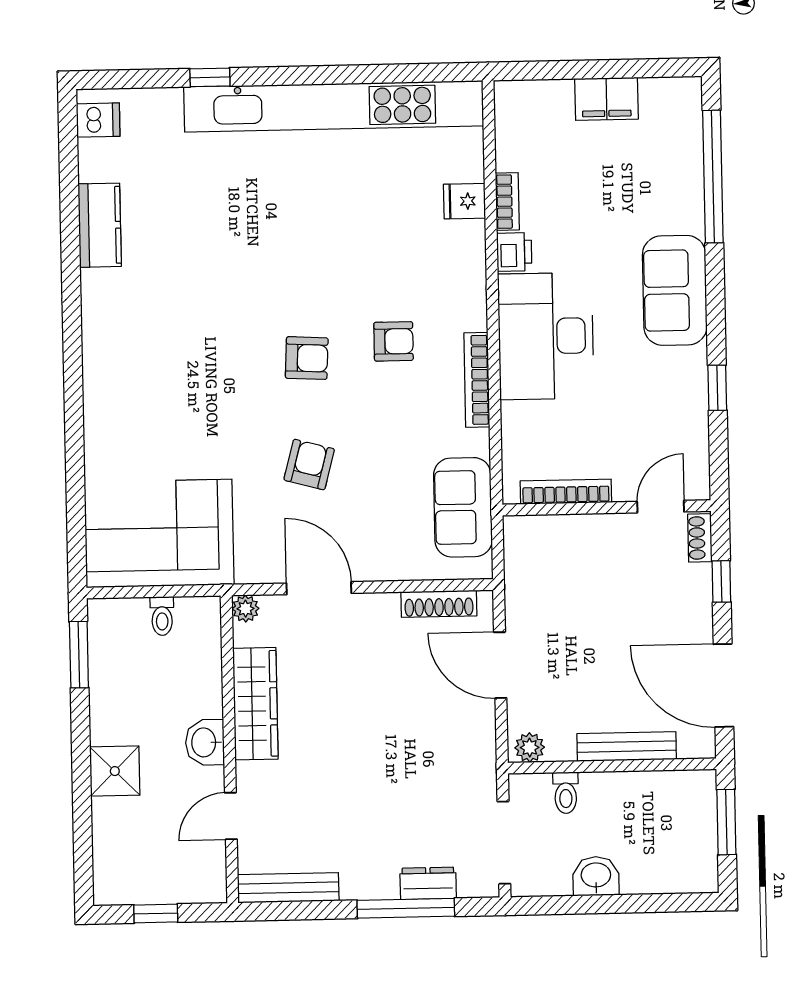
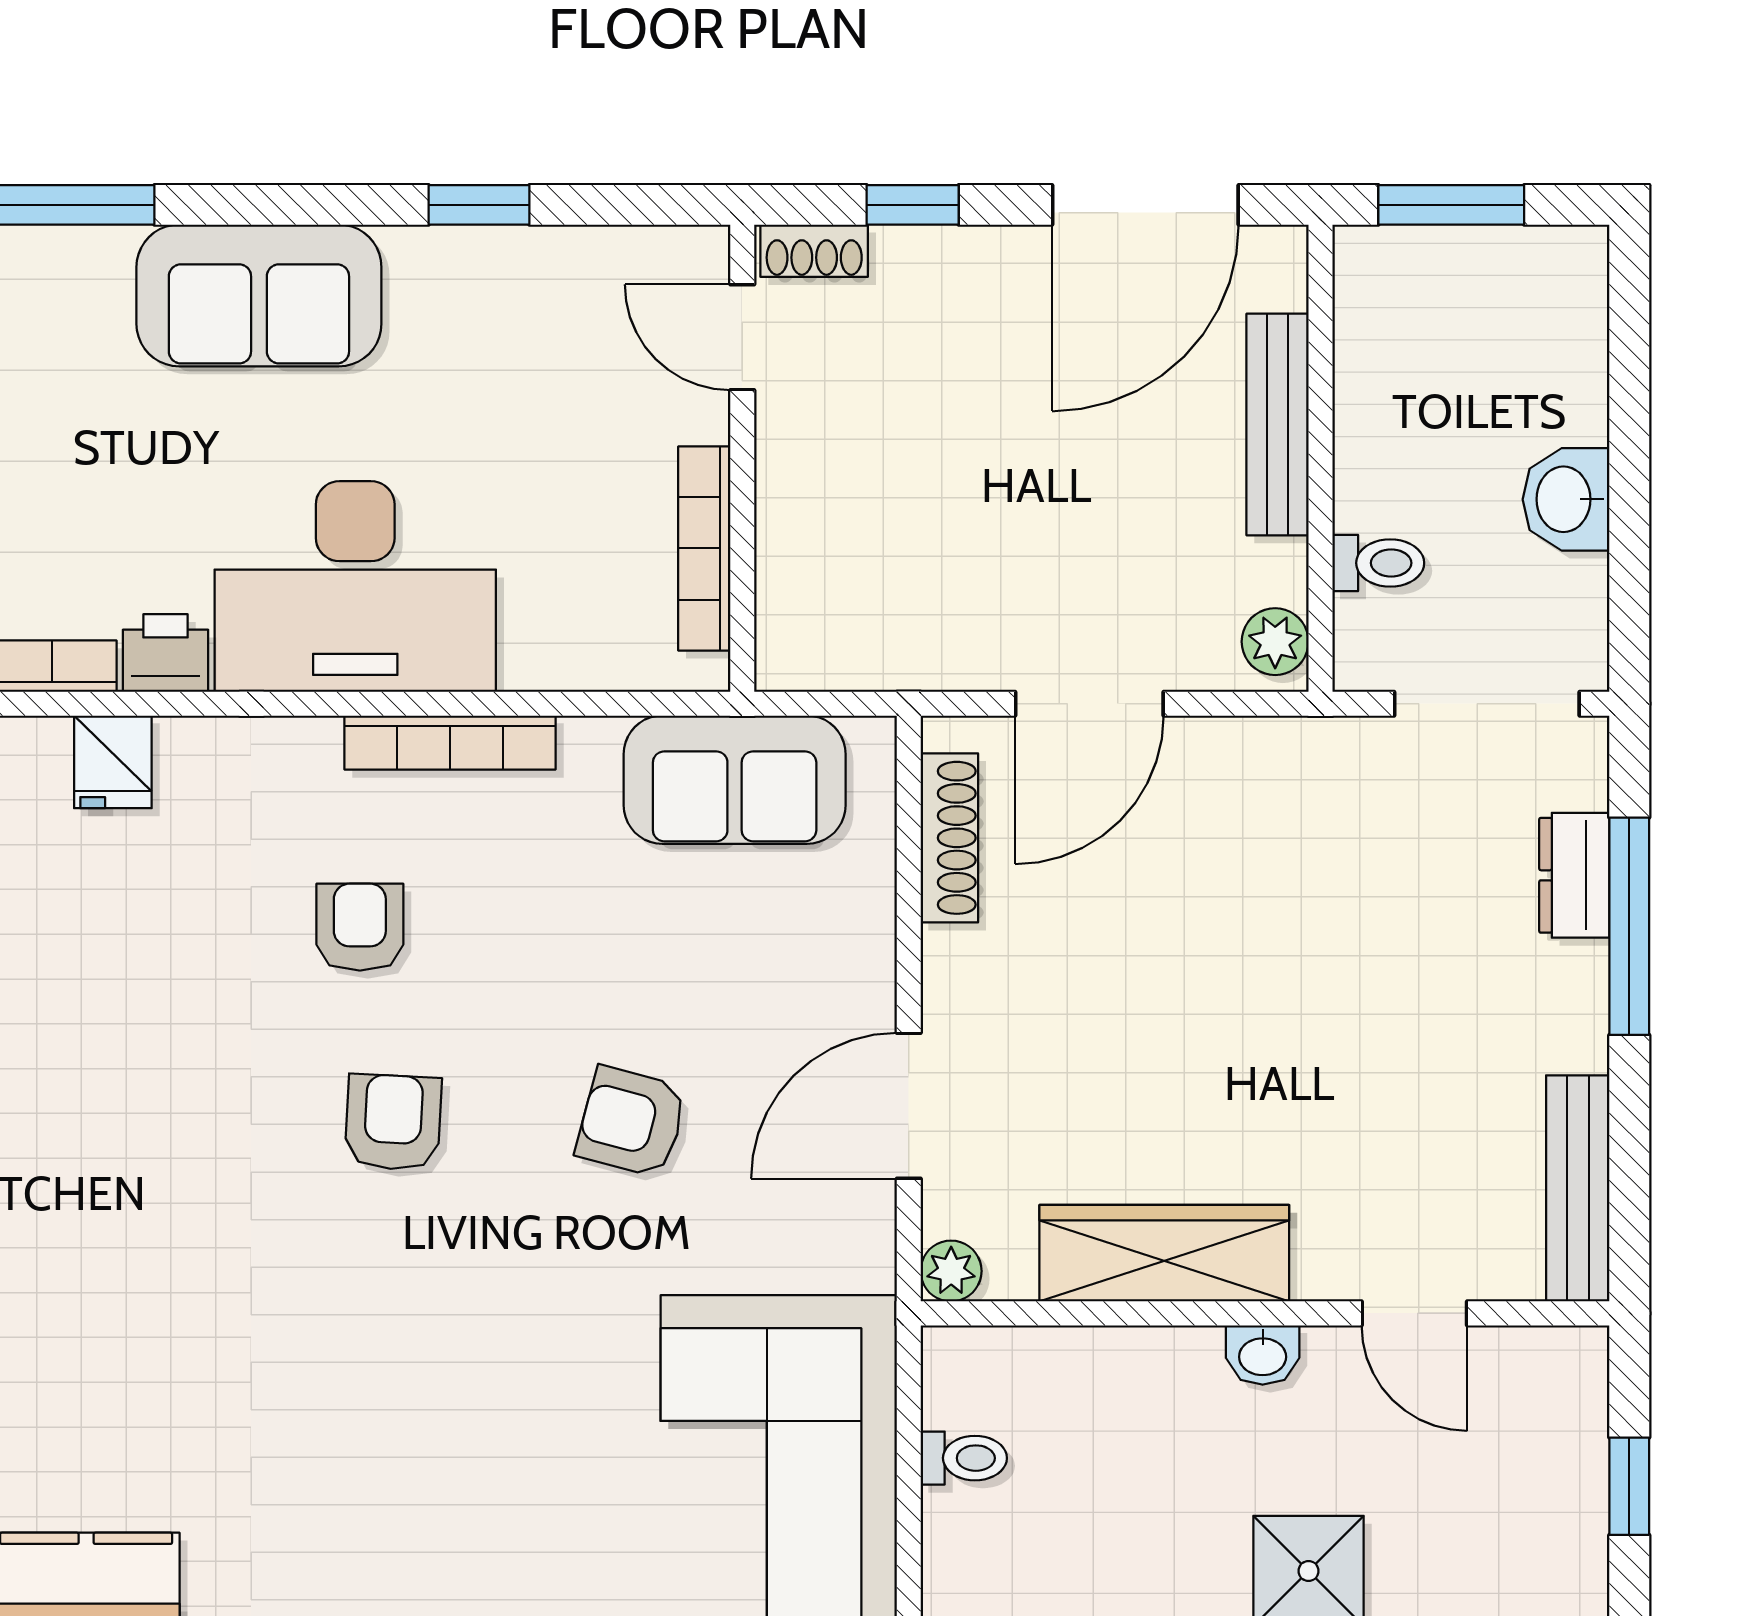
fridge: (464, 201) -> (113, 762), moved
washbasin: (205, 742) -> (1263, 1355), width x0.72, depth x0.69

